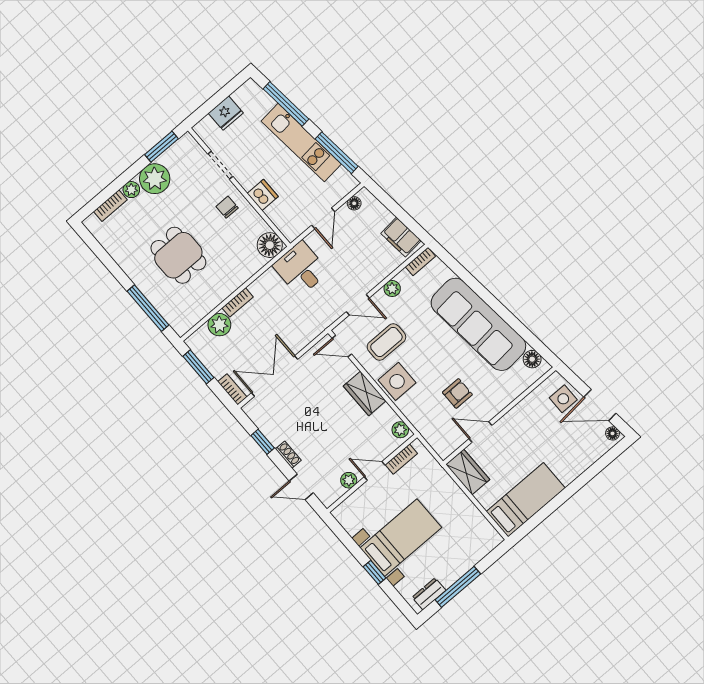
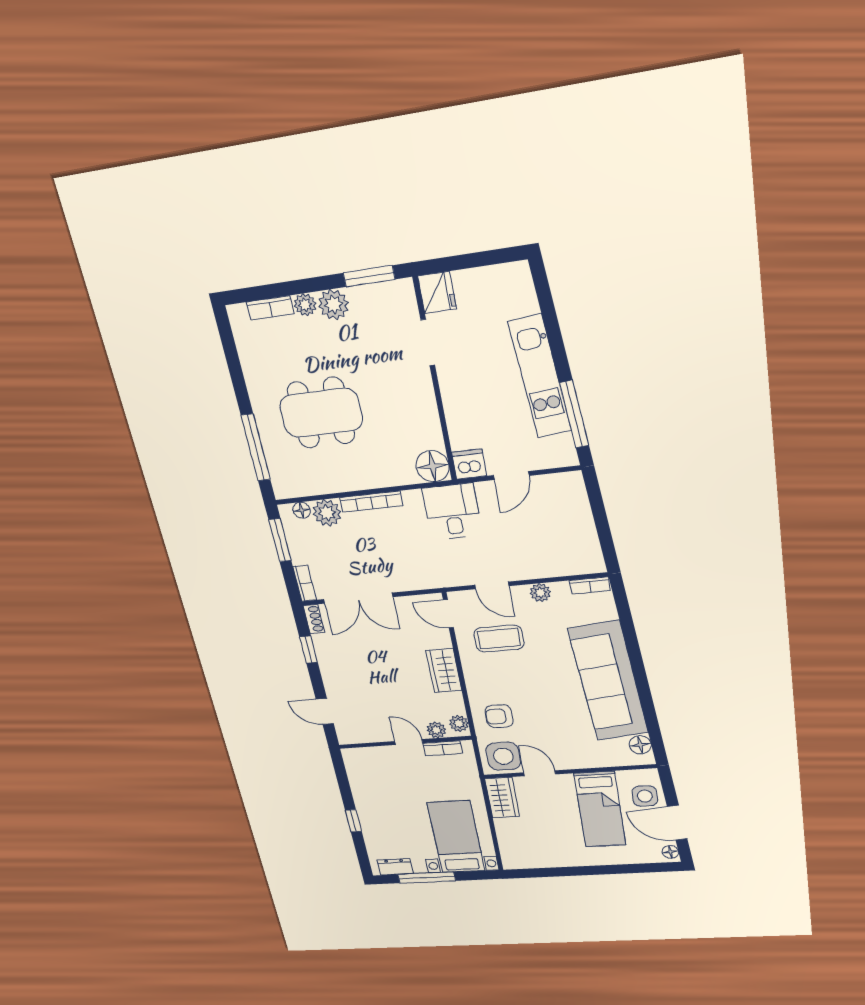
window: (286, 104) -> (550, 320), removed
fridge: (226, 113) -> (437, 293), moved, turned -90
plant: (155, 179) -> (334, 305), width x0.73, depth x0.73
dishwasher: (263, 195) -> (469, 464), moved, turned -90
floor lamp: (354, 203) -> (302, 510), moved
chair: (227, 207) -> (408, 395), removed
filing cabinet: (401, 237) -> (586, 548), removed
dining table: (178, 255) -> (321, 413), width x1.38
bookcase: (238, 302) -> (371, 502), width x1.56
double door: (275, 376) -> (358, 598), swing flipped
side table: (397, 381) -> (503, 756), moved
armchair: (457, 393) -> (499, 716), moved, turned 180
shoe rack: (288, 455) -> (314, 619), moved
plant: (349, 480) -> (436, 730), moved
bed: (526, 500) -> (600, 809), moved, turned 90
bed with nightstands: (401, 538) -> (456, 837), moved, turned -90

